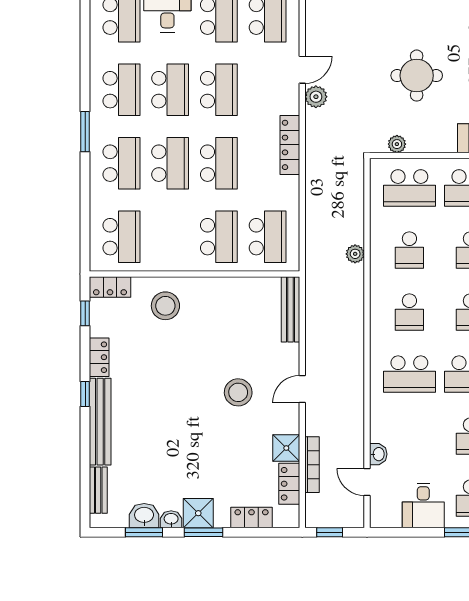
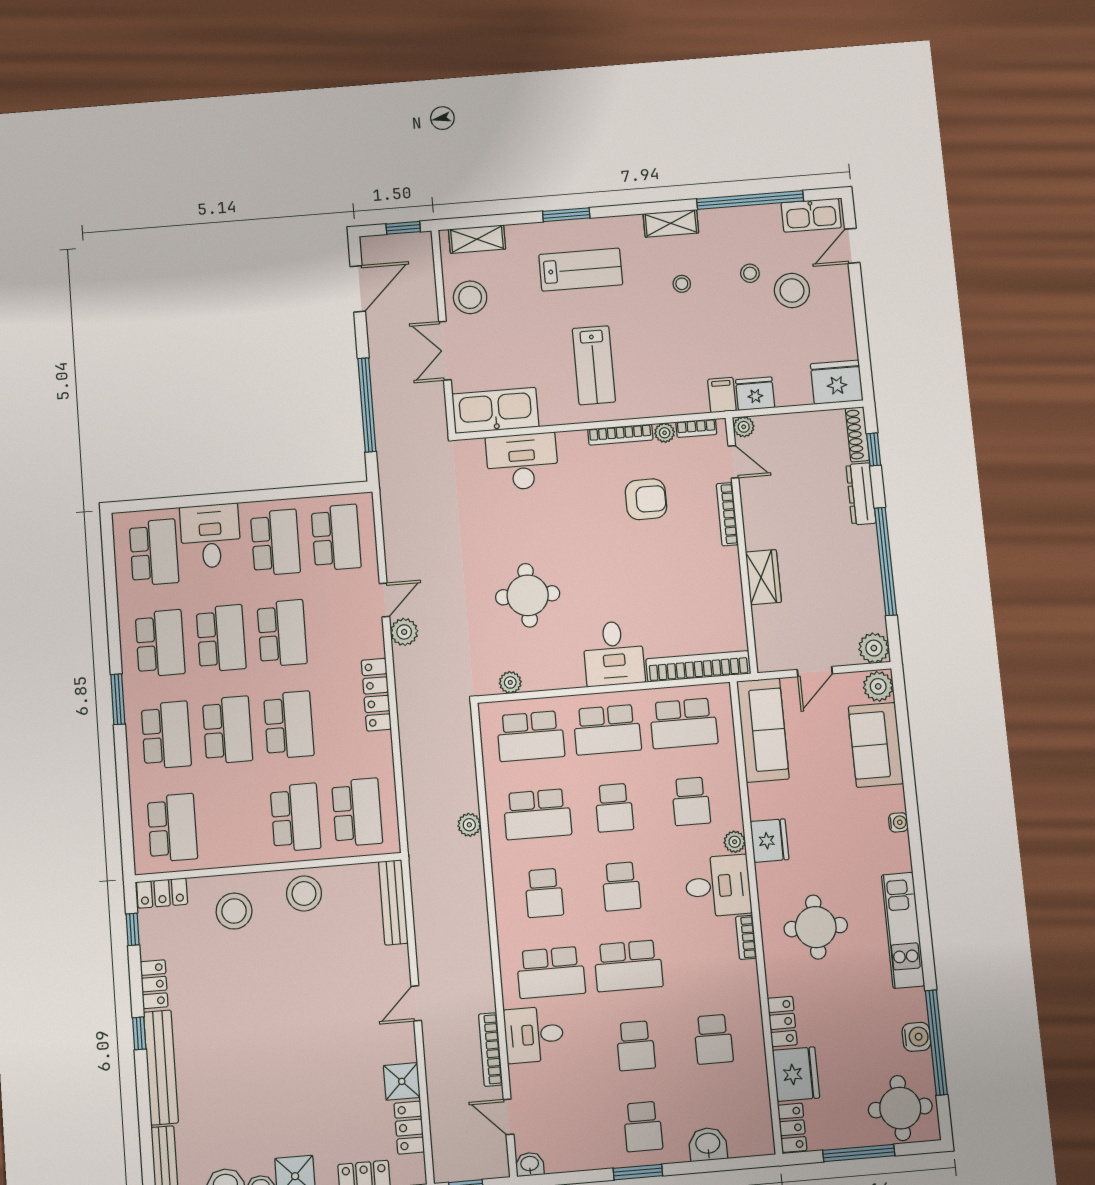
school desk: (409, 250) -> (537, 814), width x1.85
stool: (238, 392) -> (304, 893), moved
washbasin: (378, 454) -> (530, 1164), moved, turned -90
bookcase: (312, 465) -> (490, 1049), moved, turned 180
desk: (423, 505) -> (534, 1035), moved, turned 90

